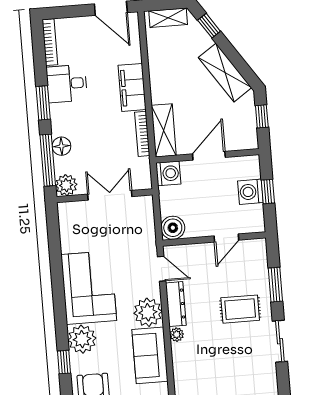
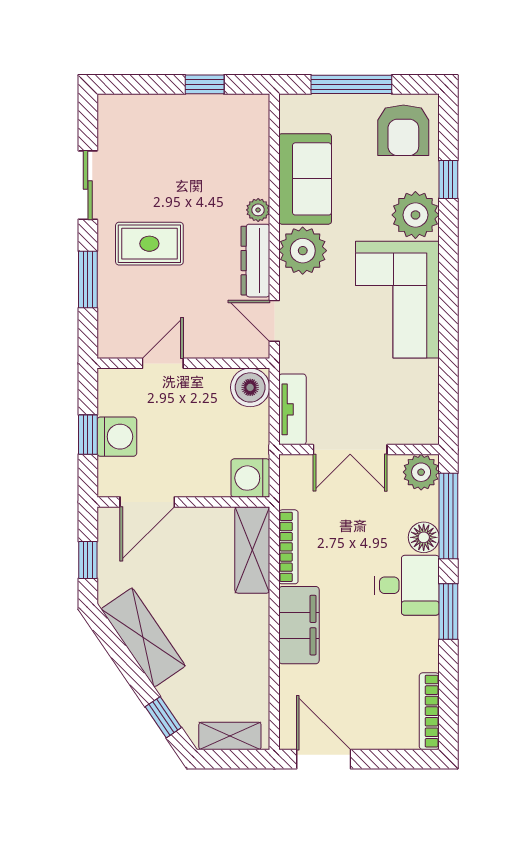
desk: (67, 84) -> (407, 585), moved
door: (209, 156) -> (147, 502), moved
tv unit: (146, 217) -> (292, 409), added

